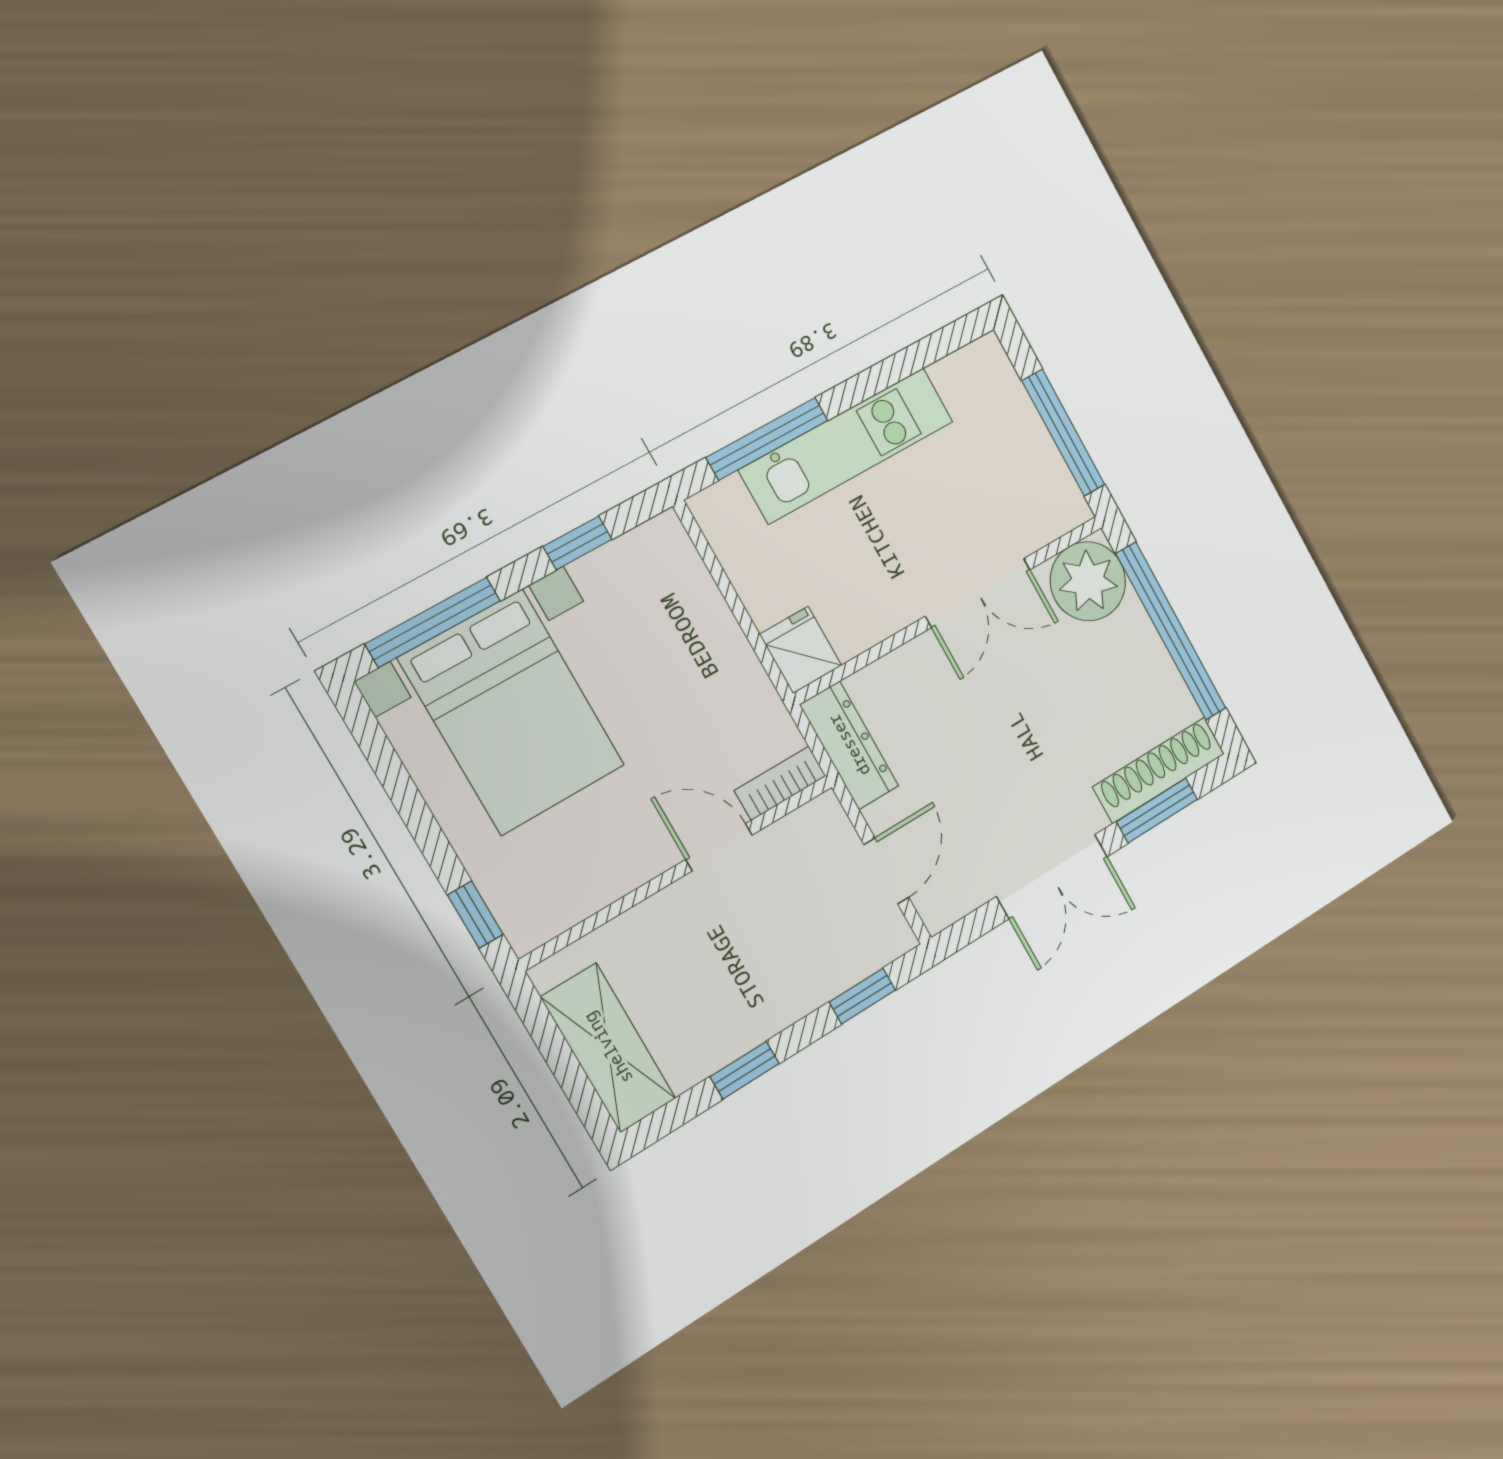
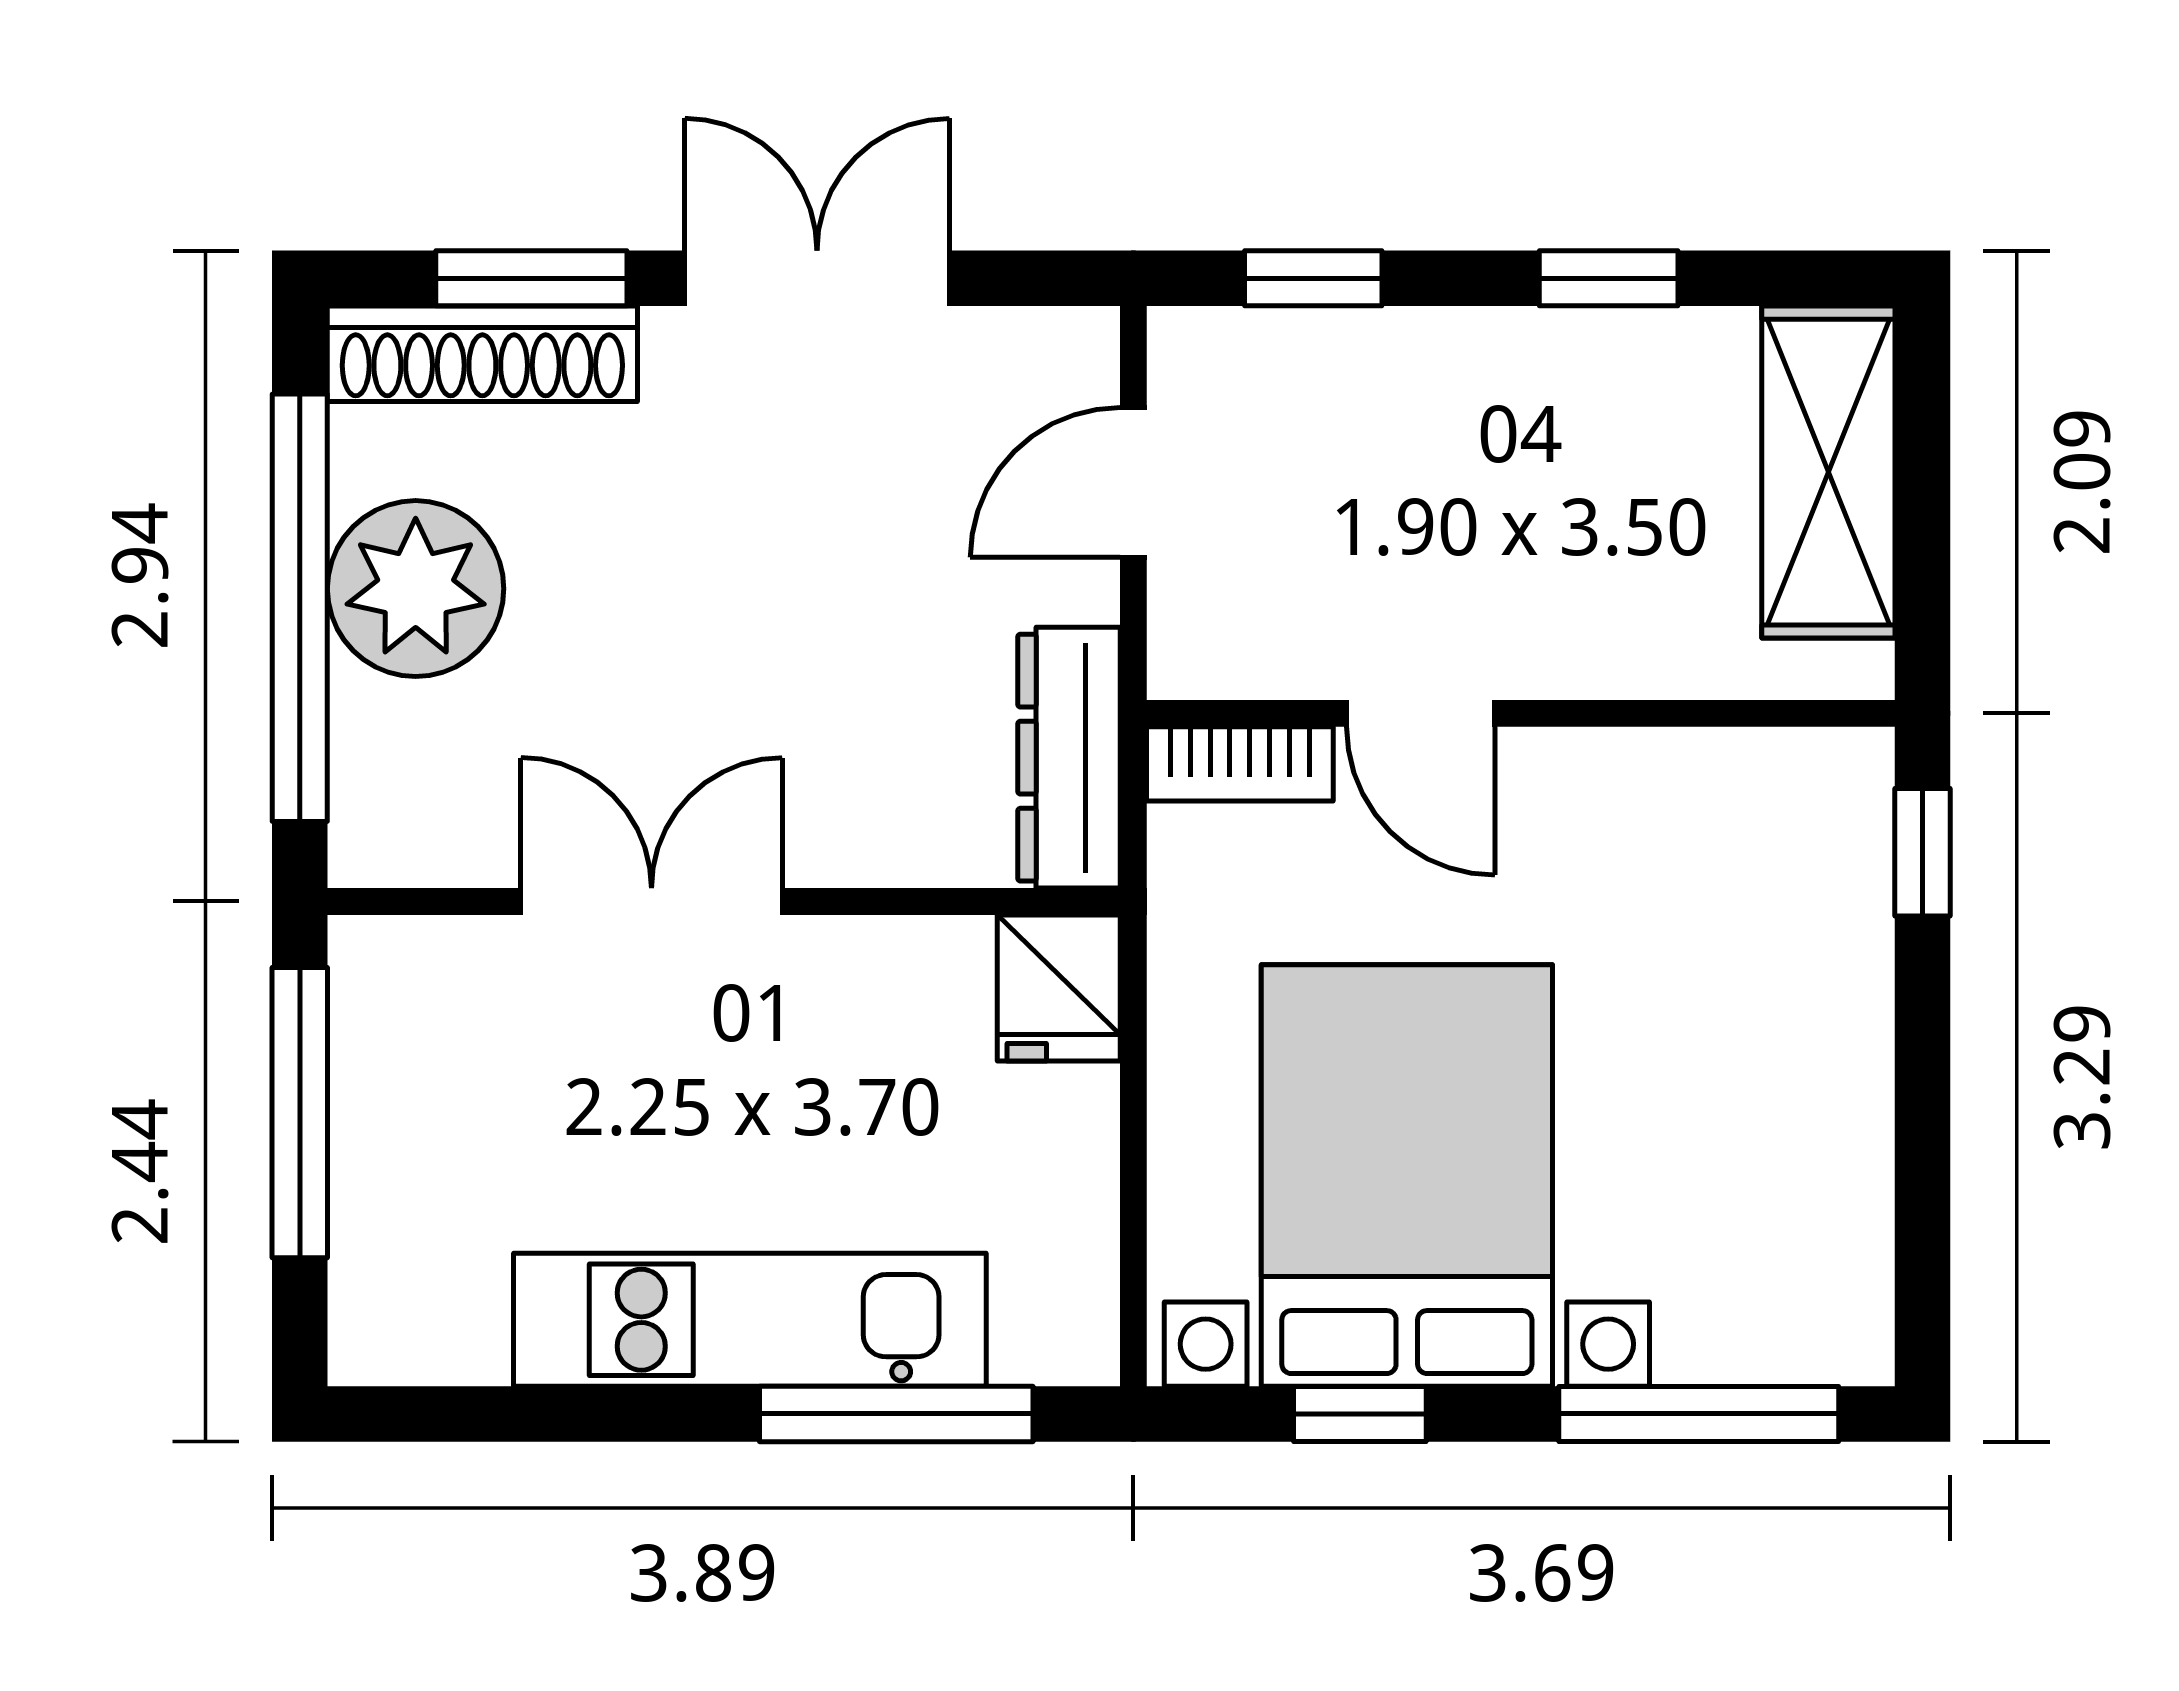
plant: (1088, 581) -> (416, 589), moved
bed with nightstands: (512, 712) -> (1407, 1175), moved

